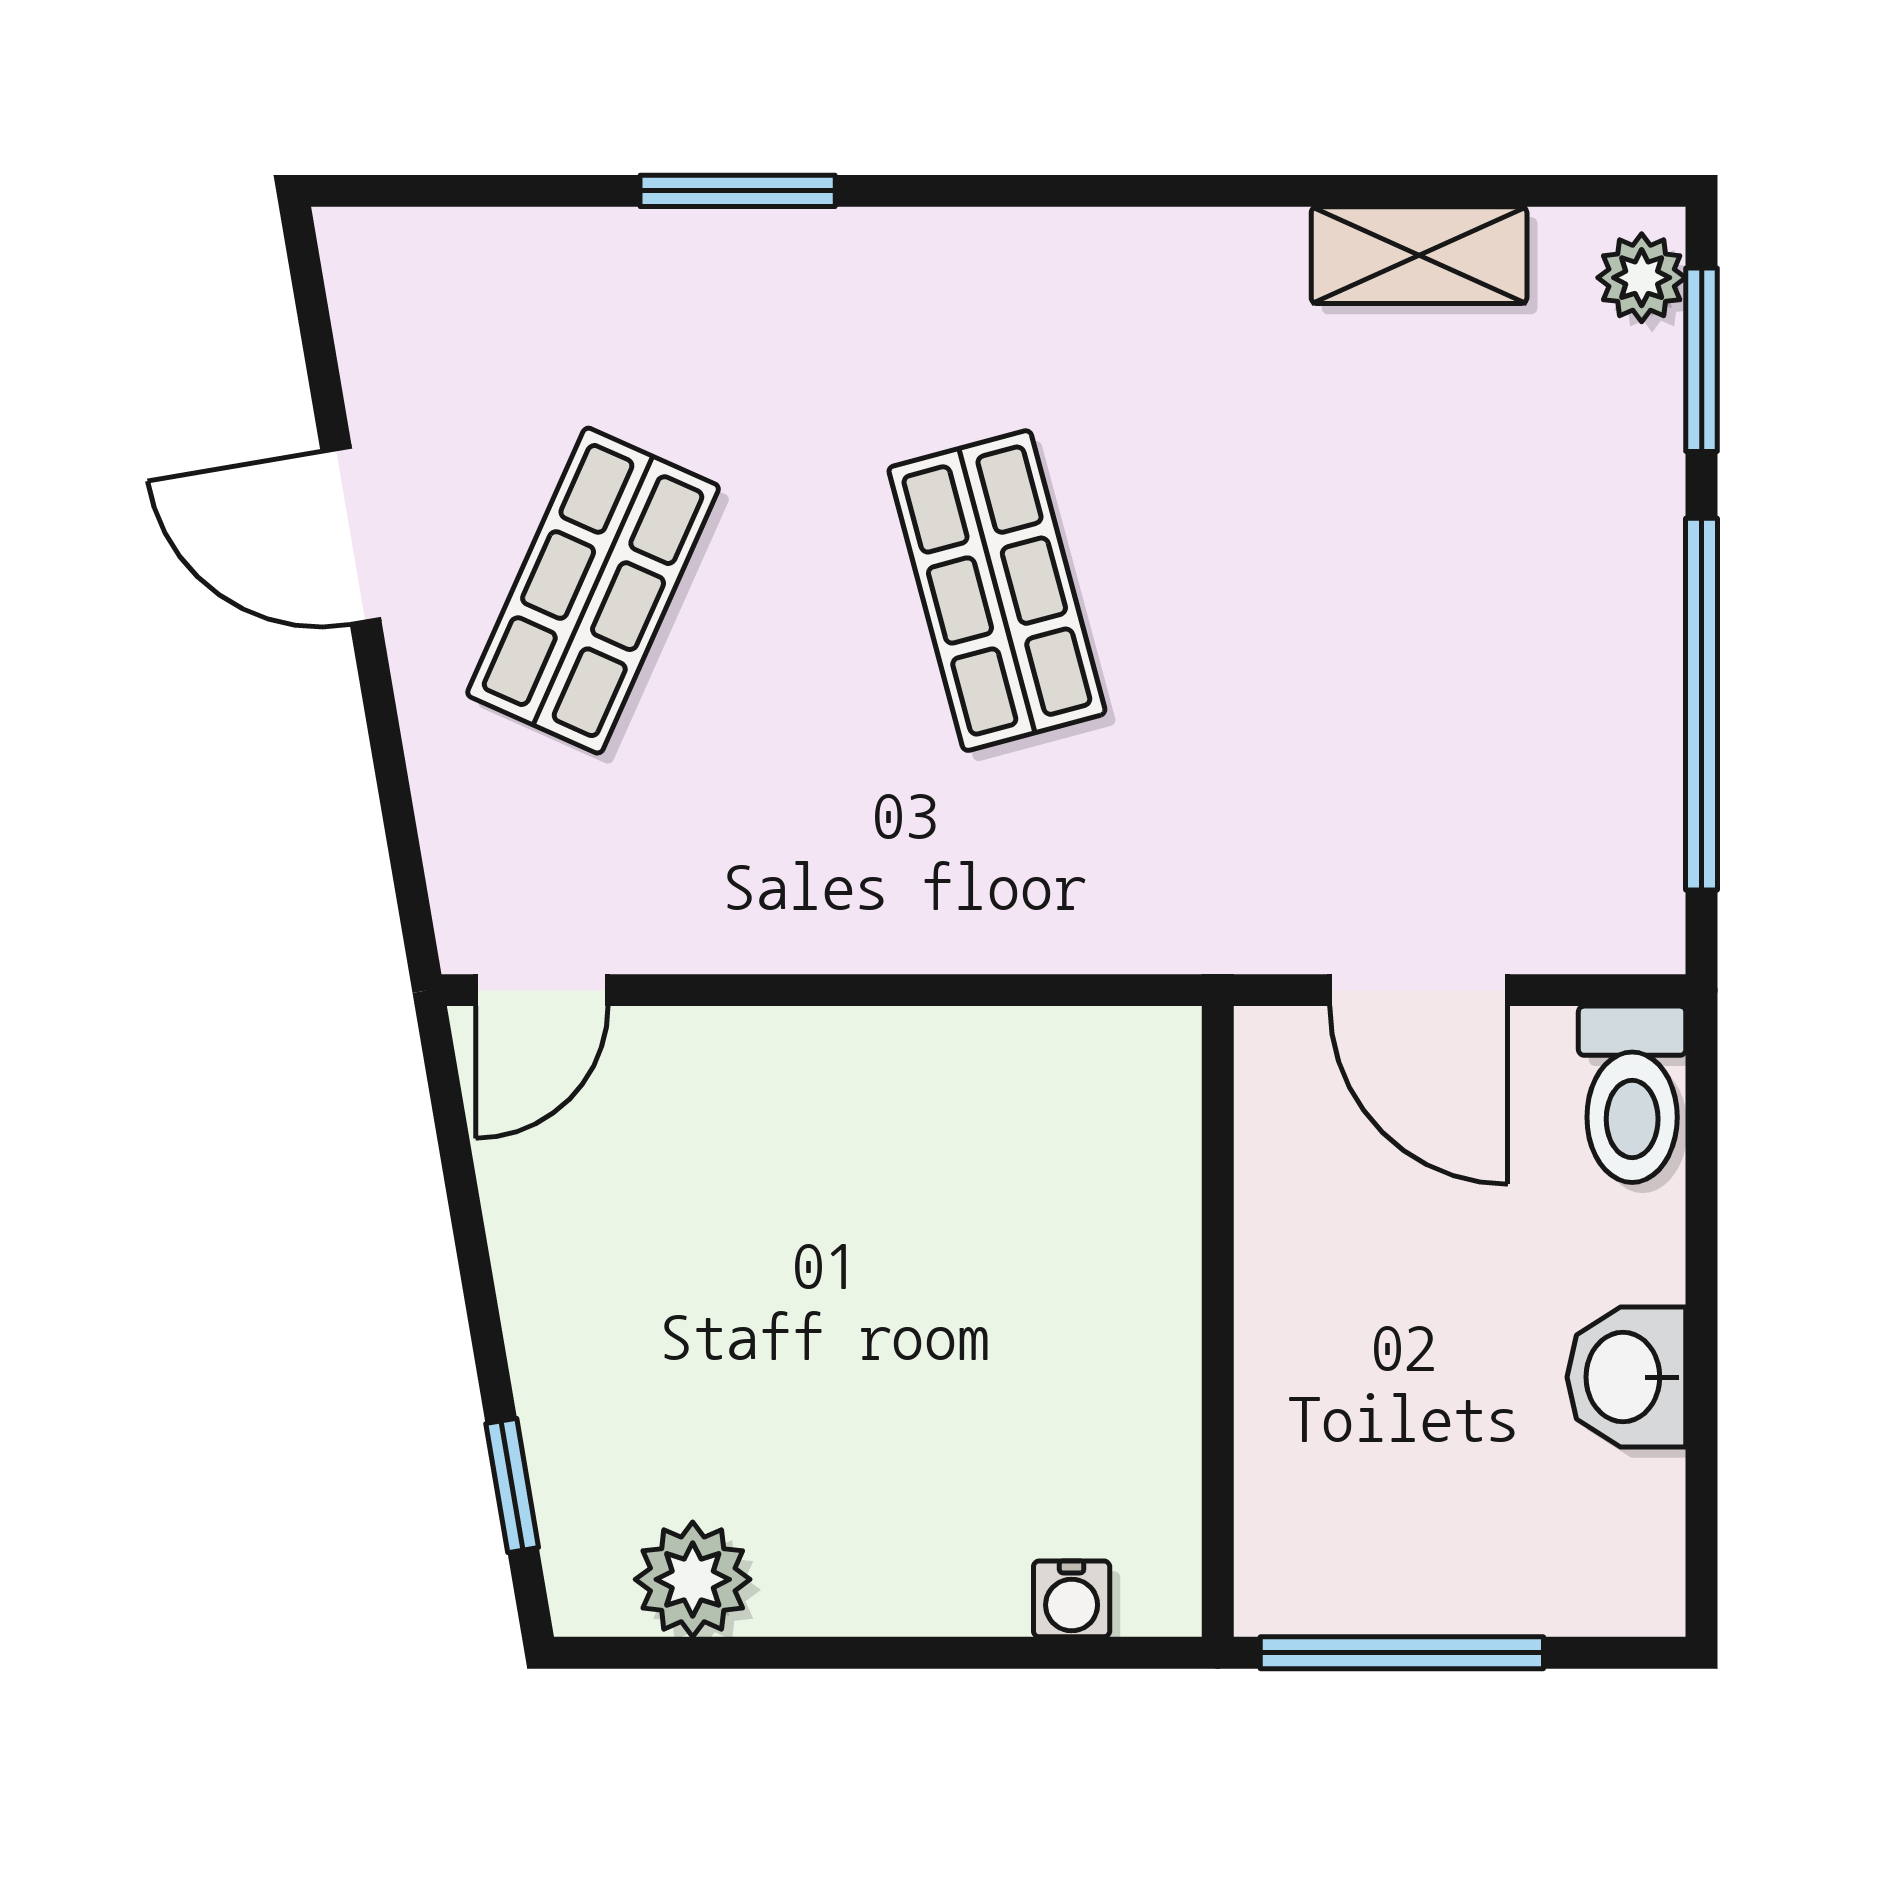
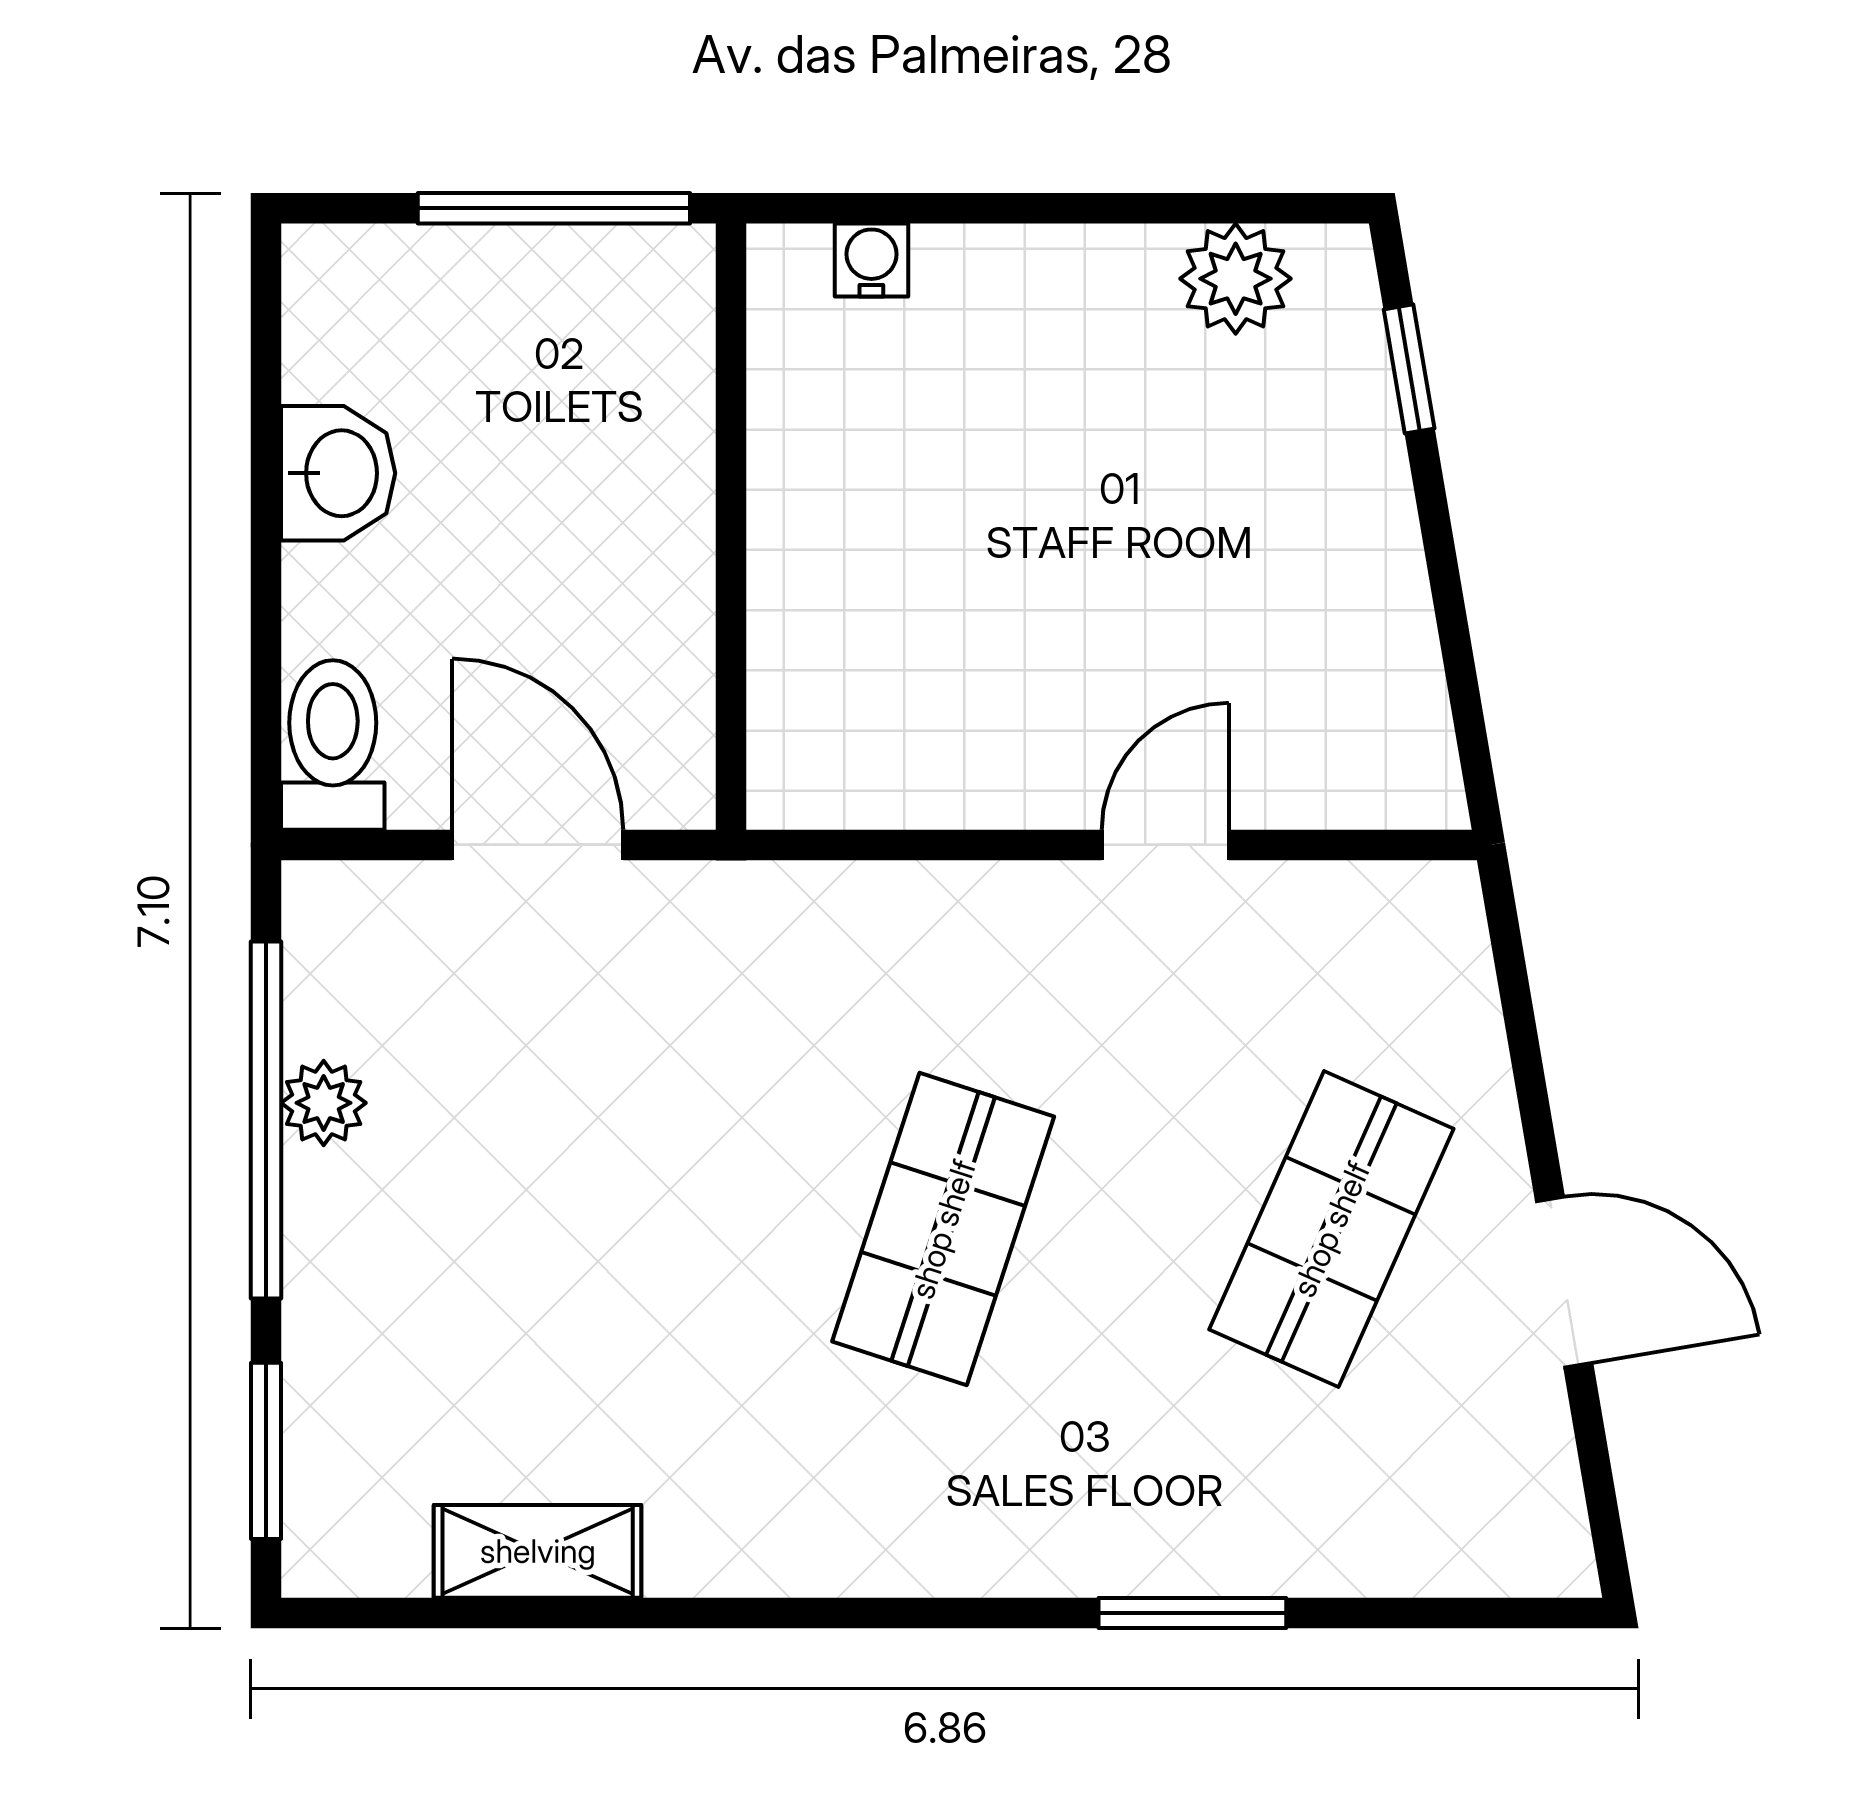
plant: (1642, 278) -> (324, 1103), moved
shop shelf: (997, 591) -> (943, 1229), turned 33
door: (542, 990) -> (1165, 845), moved

